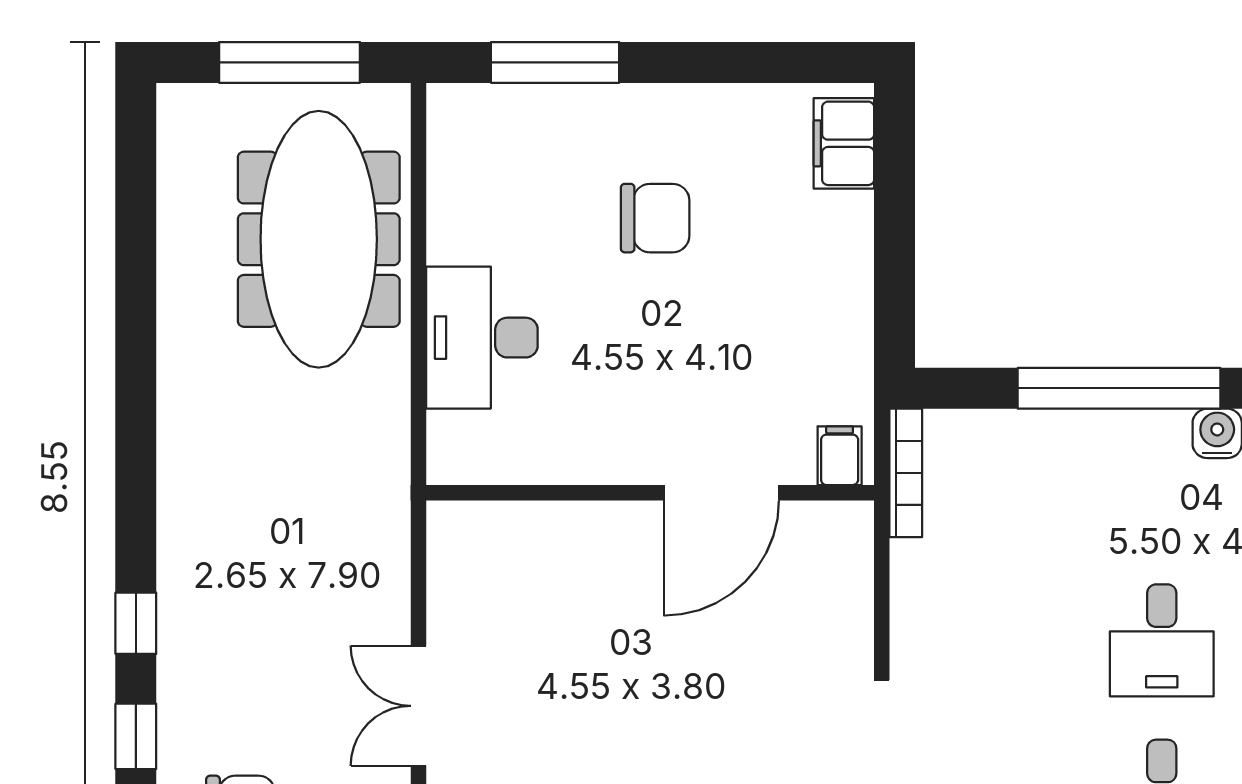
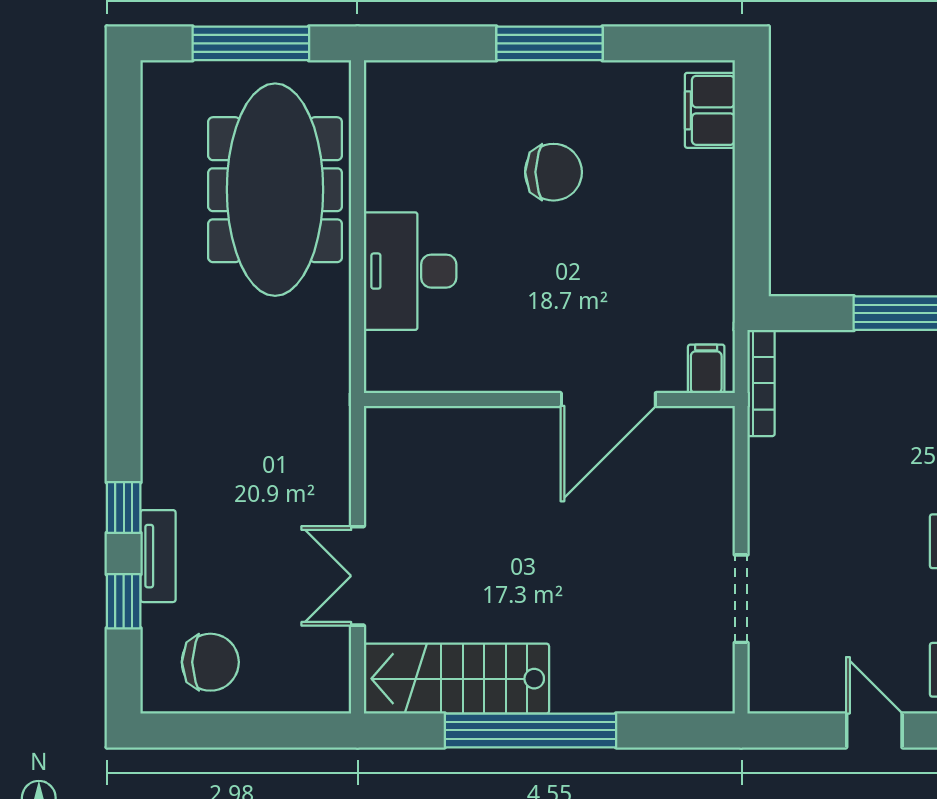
window: (555, 62) -> (549, 43), moved
tv unit: (177, 682) -> (158, 556), added

